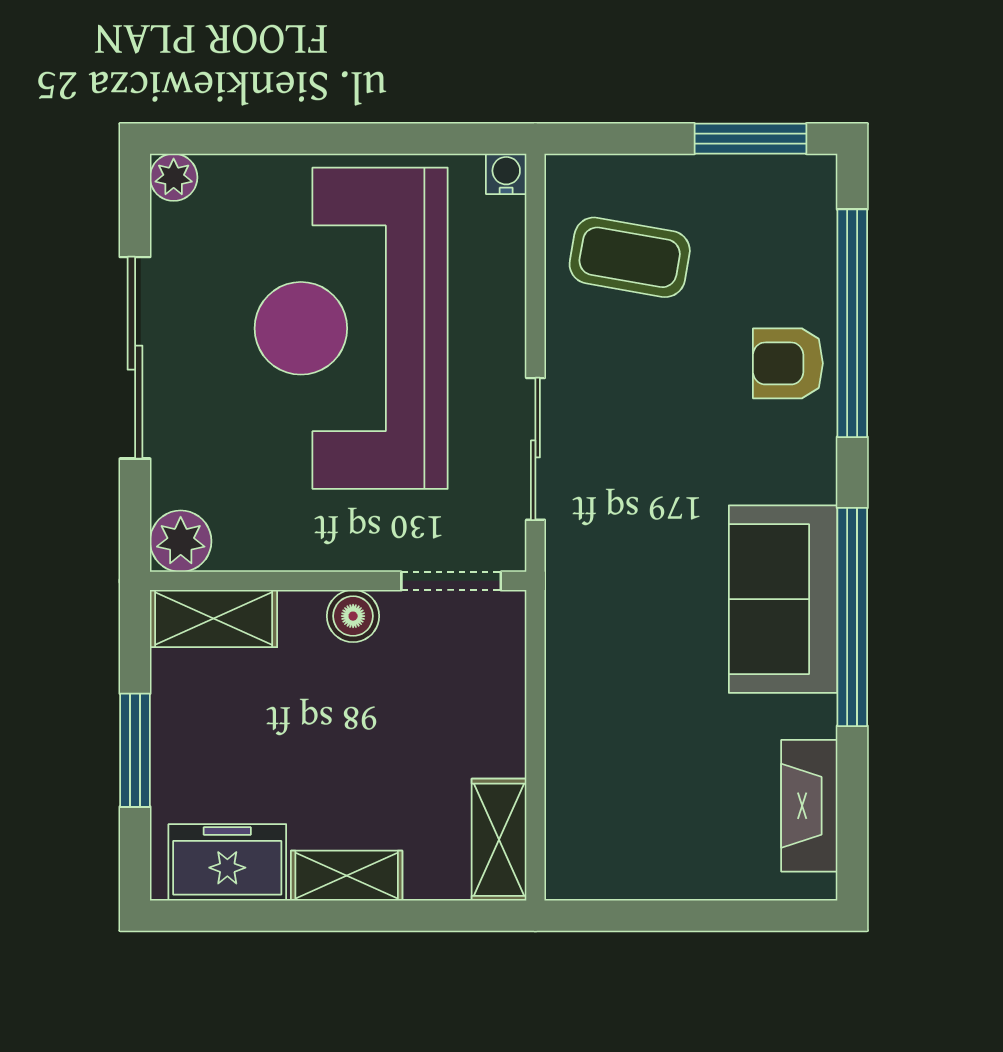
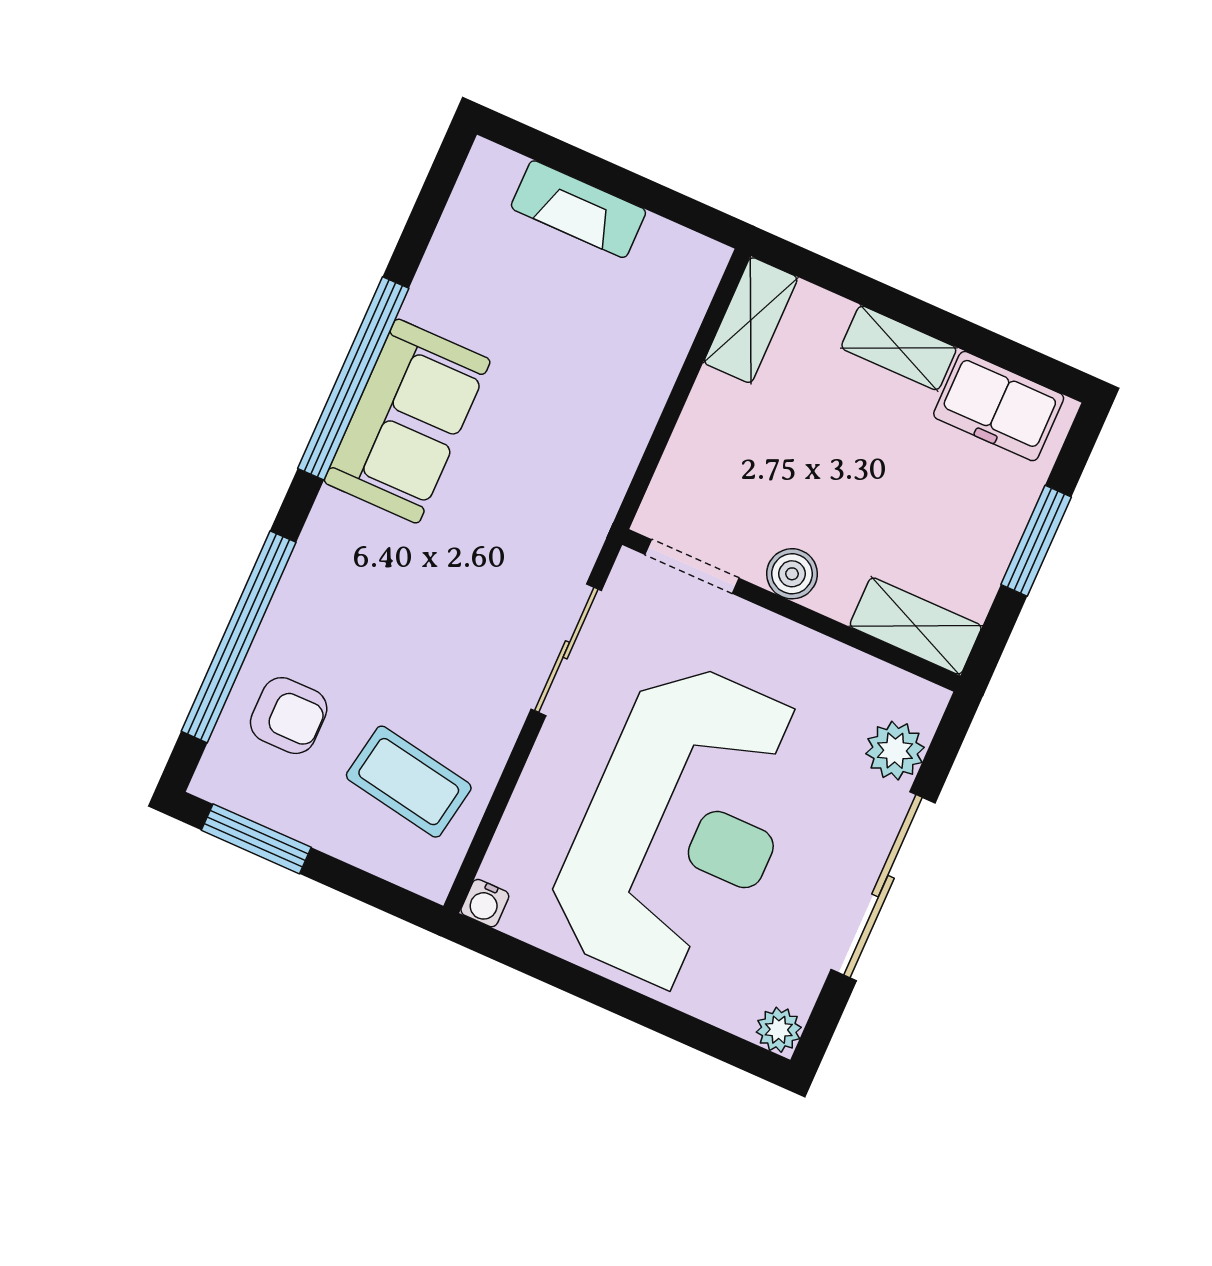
armchair: (788, 363) -> (289, 716), moved
plant: (181, 541) -> (895, 751), moved
fireplace: (809, 806) -> (578, 209), moved, turned 90

